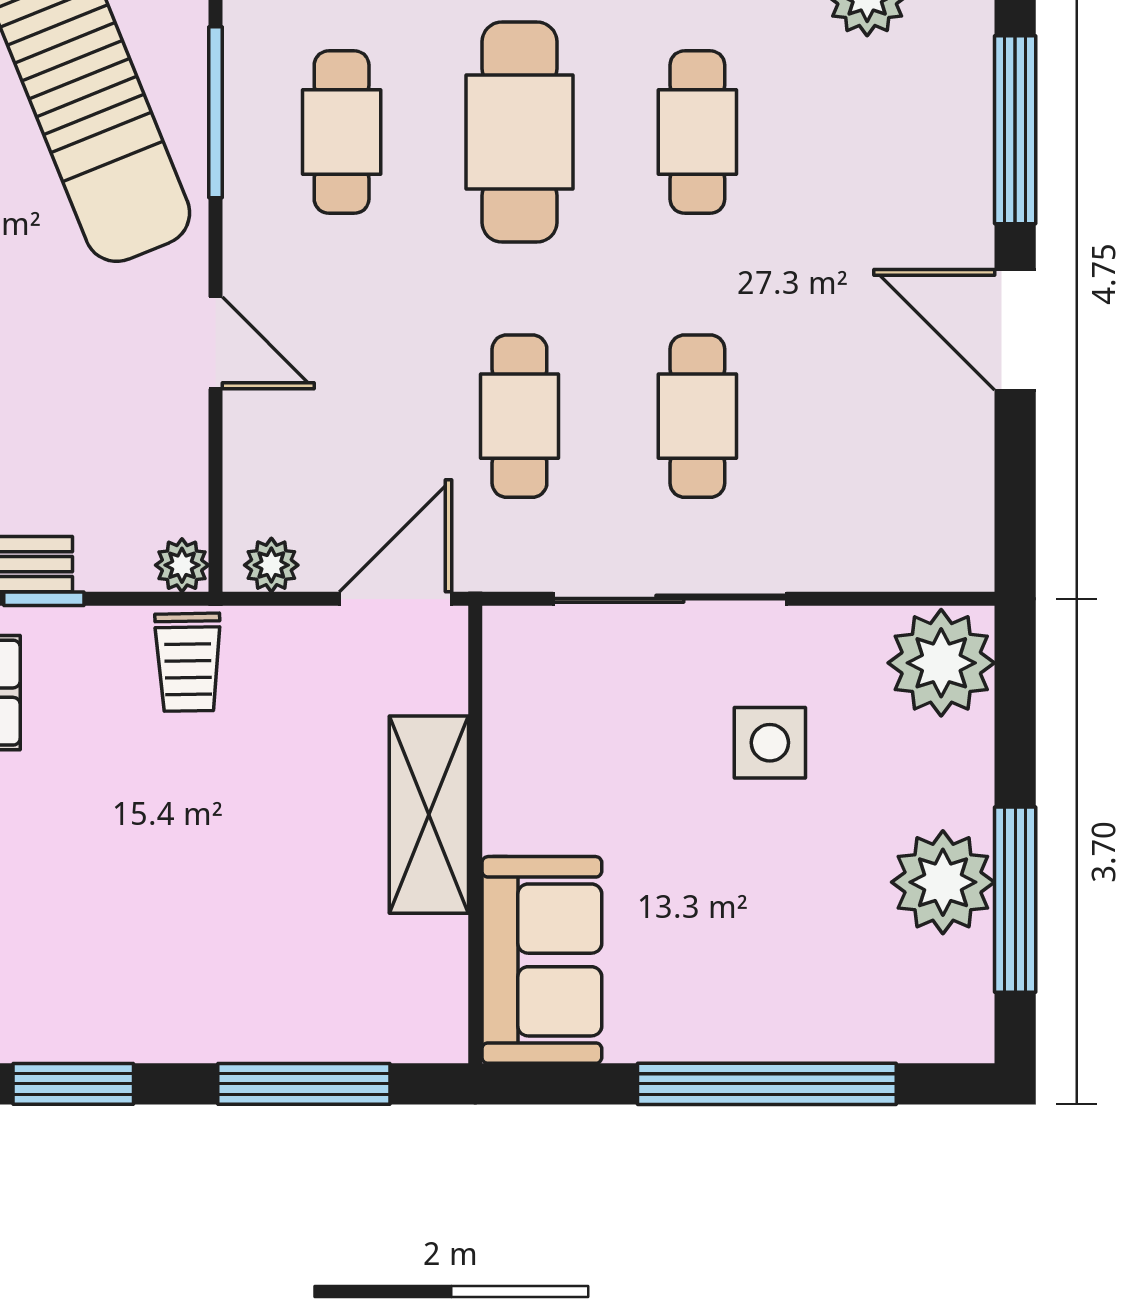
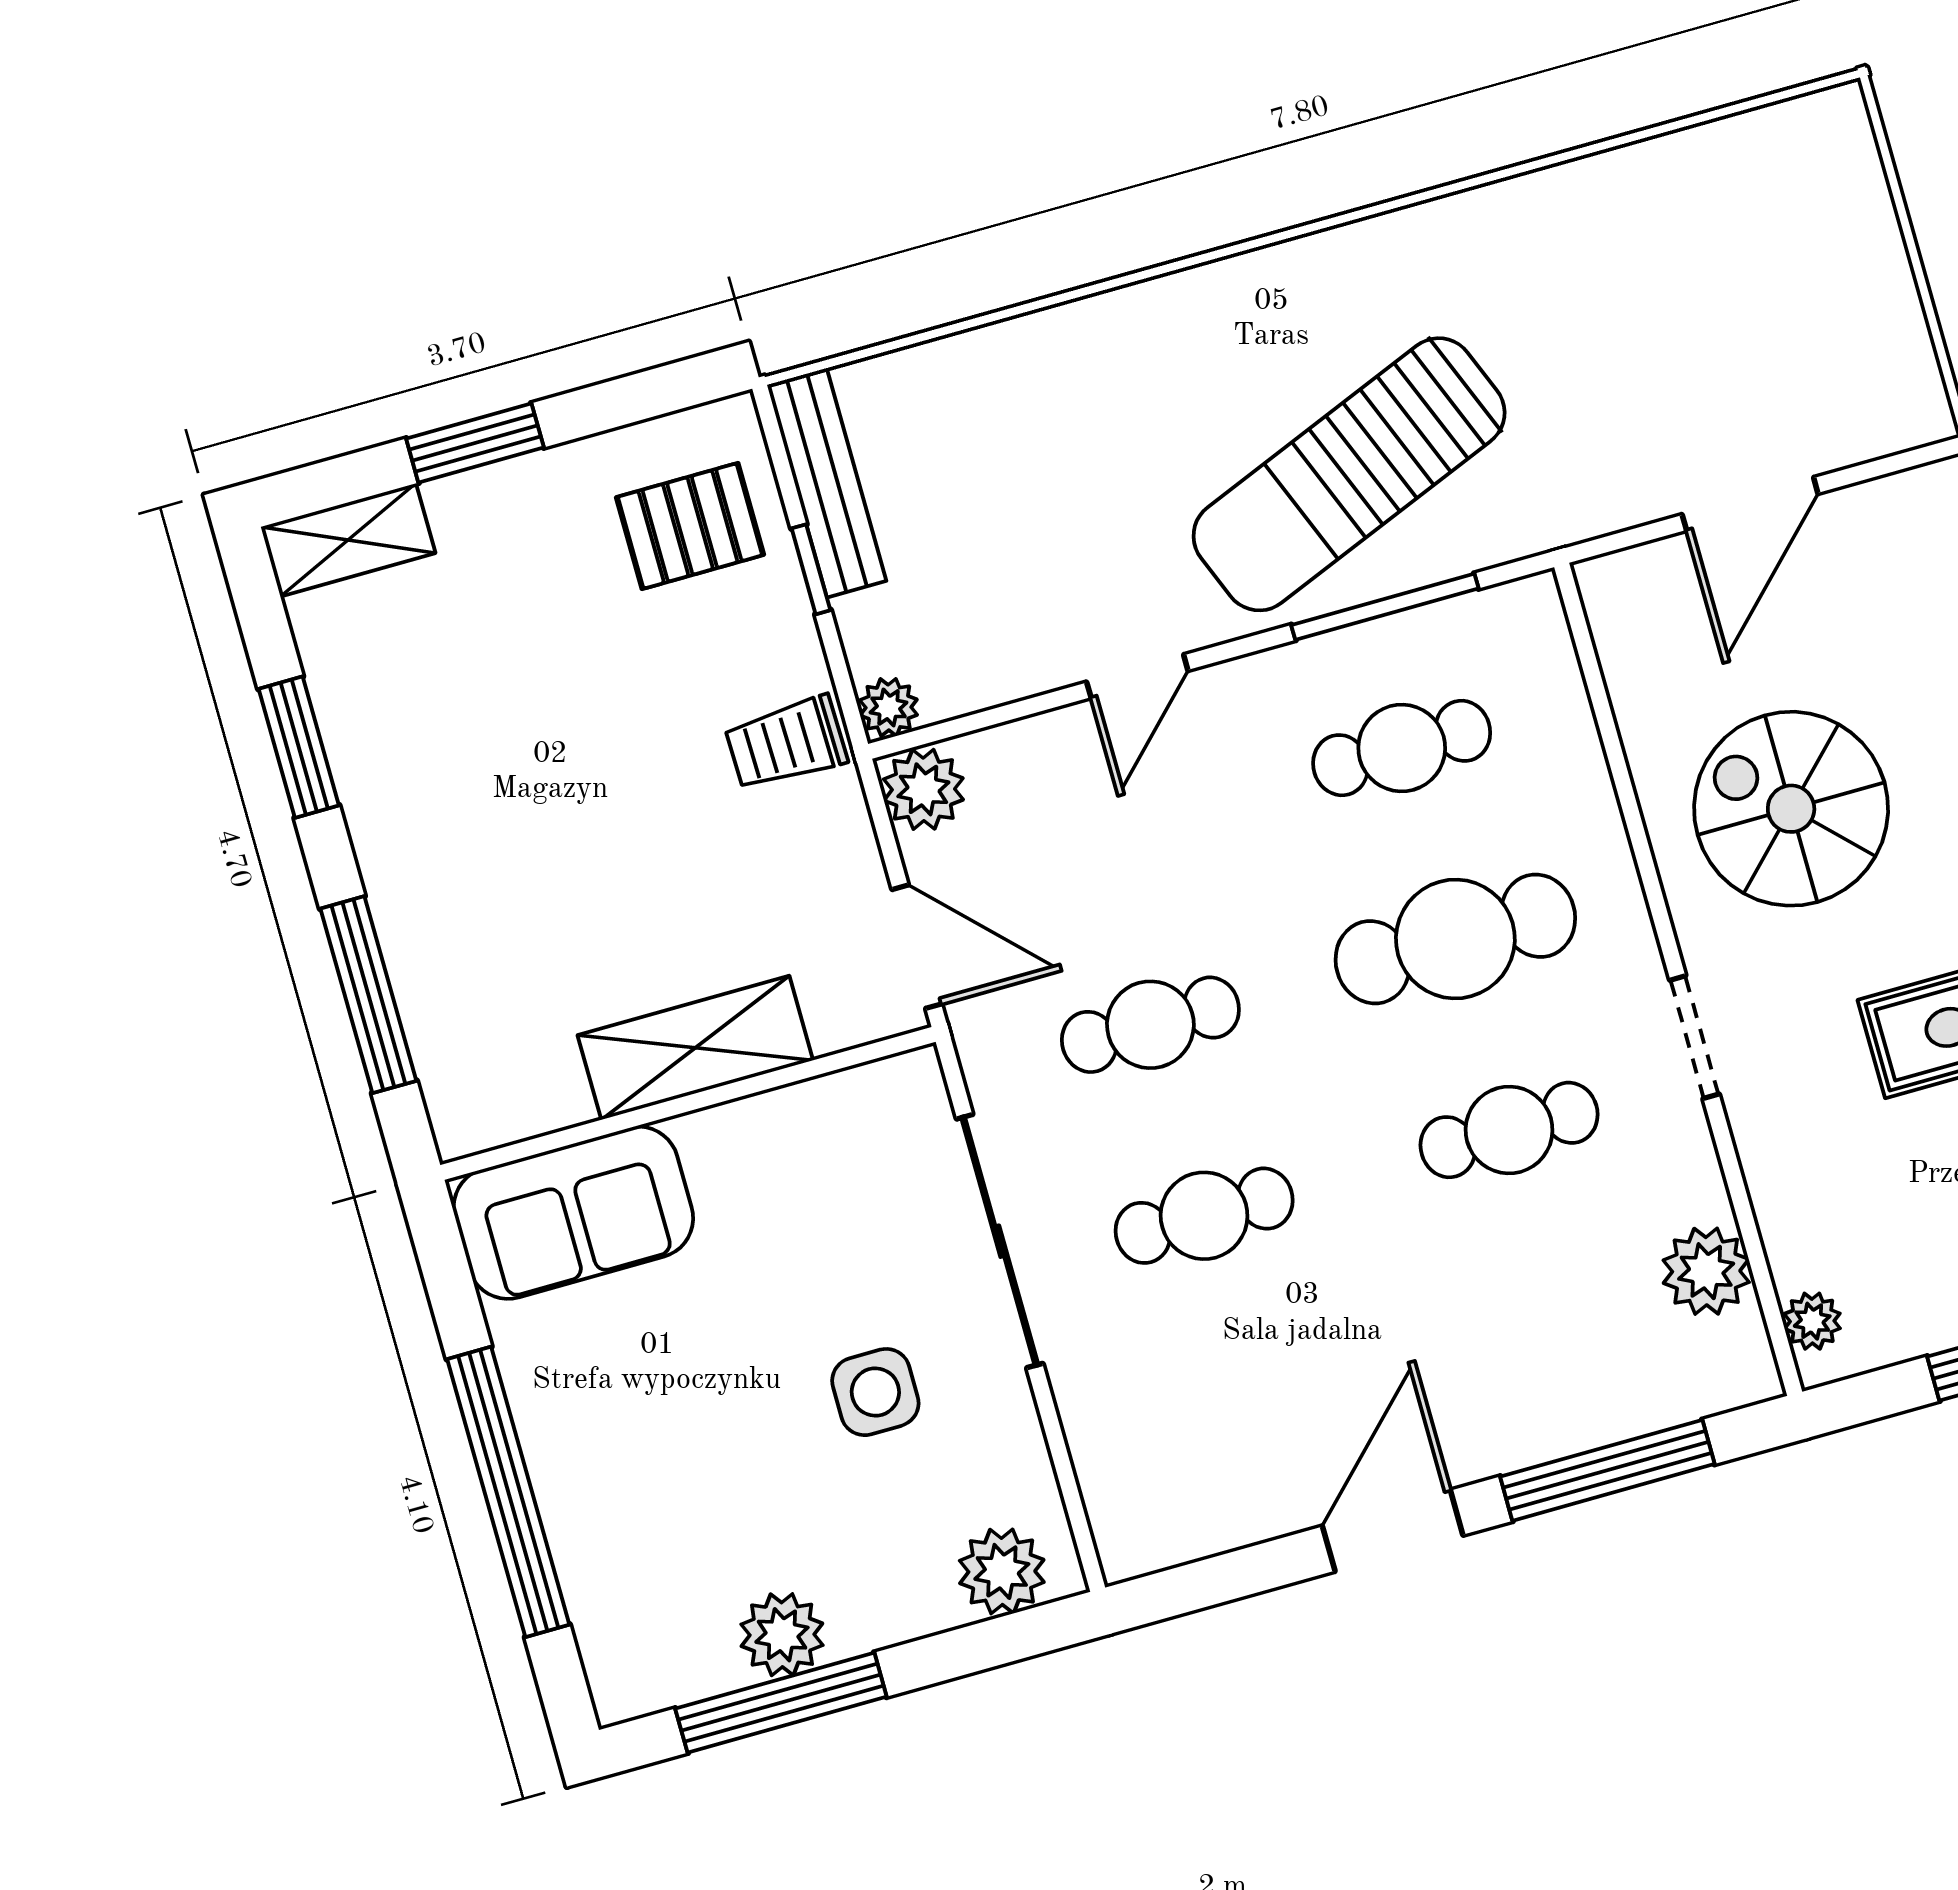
plant: (271, 565) -> (923, 789), width x1.38, depth x1.38
plant: (941, 663) -> (1002, 1571), width x0.73, depth x0.73
plant: (943, 882) -> (782, 1635), width x0.73, depth x0.73

